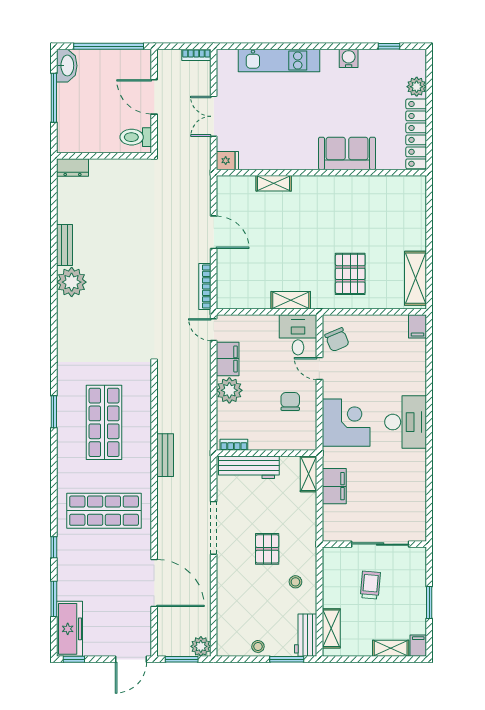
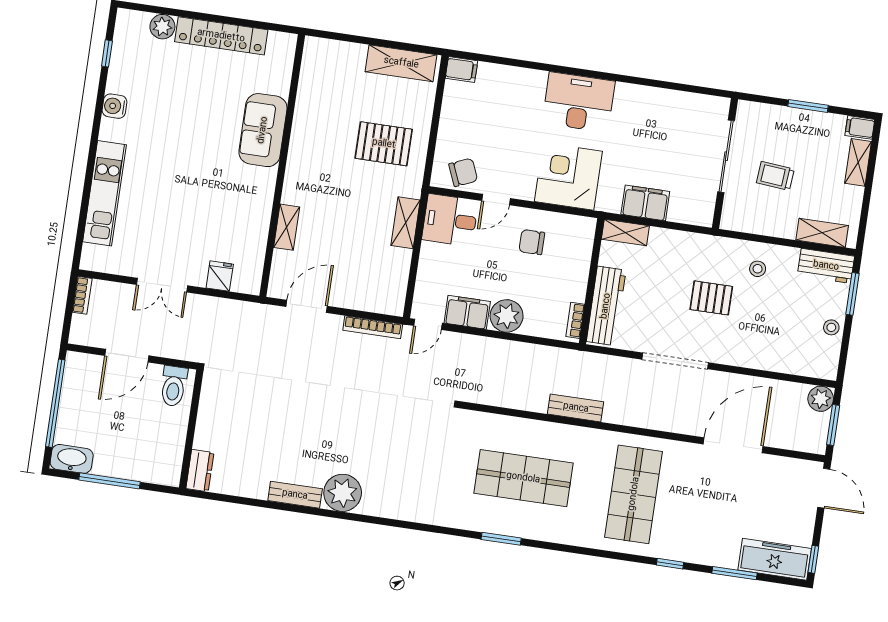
sofa: (347, 153) -> (263, 130), moved
wall: (321, 173) -> (282, 166), moved
shelving: (274, 183) -> (287, 227), moved

